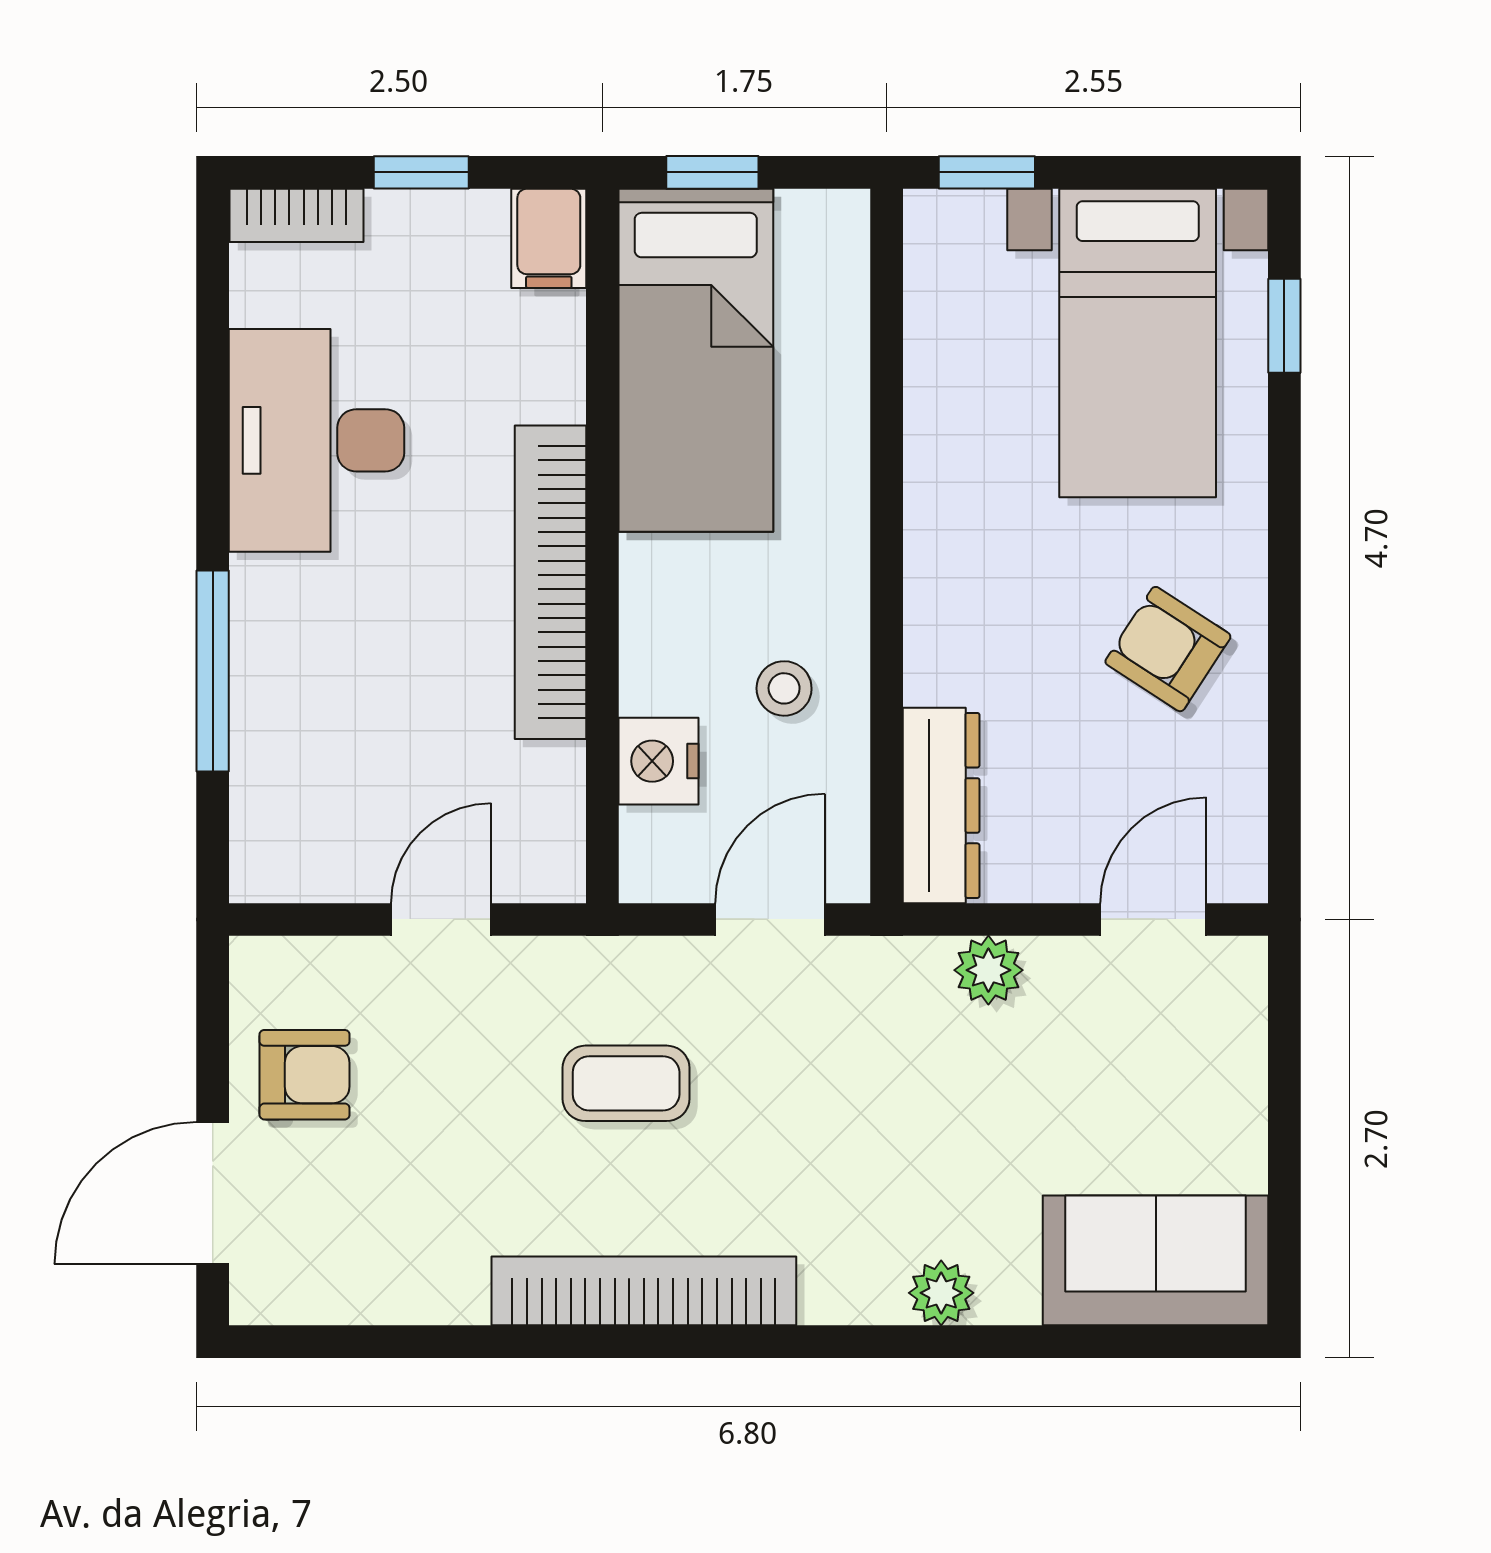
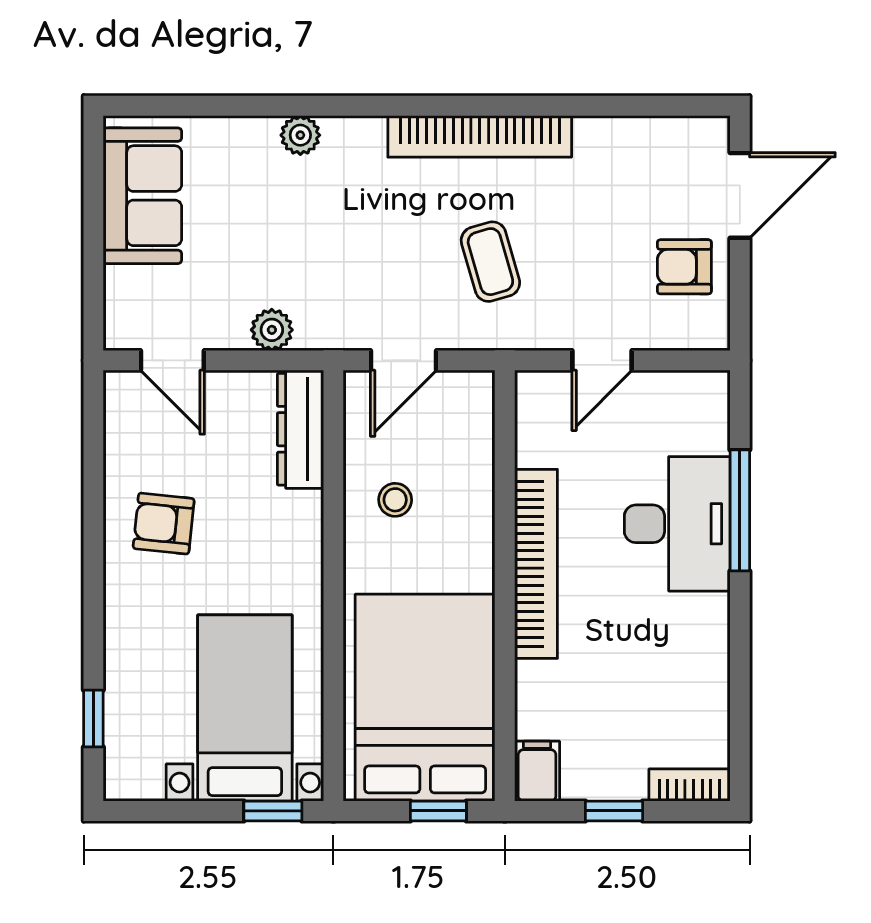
bed with nightstands: (1138, 343) -> (245, 708), moved
bed: (696, 360) -> (425, 698), width x1.50
desk: (316, 440) -> (677, 524), moved
armchair: (1168, 649) -> (164, 524), turned 153
nightstand: (659, 761) -> (471, 456), removed
door: (1153, 919) -> (172, 360), hinge flipped
coffee table: (626, 1083) -> (490, 262), turned 74
sofa: (1156, 1260) -> (142, 196), moved, turned -90

